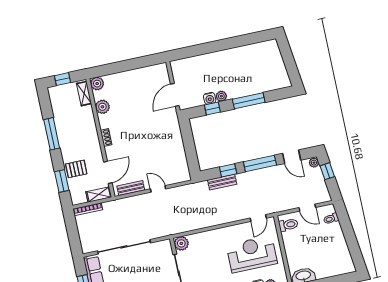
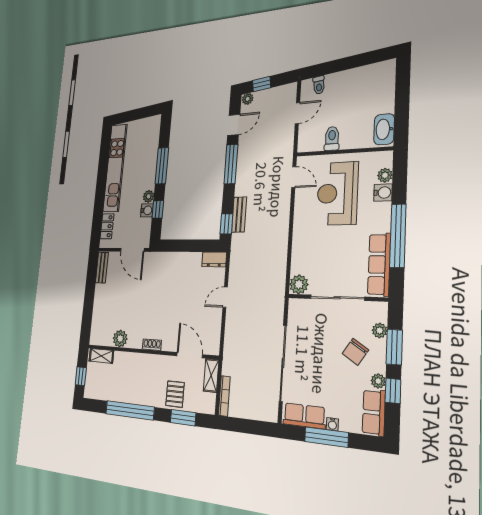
kitchen unit: (240, 54) -> (115, 168), added
locker: (189, 63) -> (107, 226), added
plant: (97, 84) -> (96, 337), removed
window: (52, 134) -> (130, 410), width x1.46
window: (228, 170) -> (226, 224), moved
dresser: (184, 171) -> (214, 259), added
bench: (131, 188) -> (102, 268), moved
toilet: (288, 225) -> (332, 138), moved

